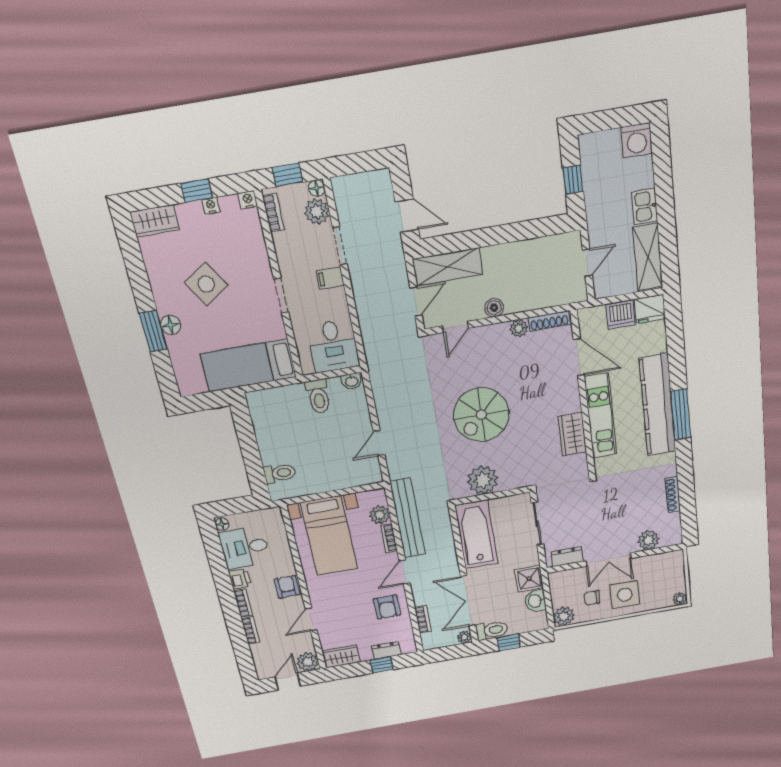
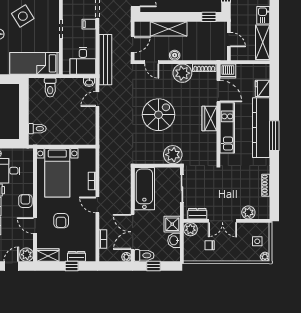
window: (546, 227) -> (209, 17), added
door: (587, 263) -> (229, 40), hinge flipped
shelving: (448, 267) -> (169, 29), moved
fridge: (650, 309) -> (262, 88), moved, turned 90
dishwasher: (621, 314) -> (228, 71), moved
door: (455, 327) -> (152, 62), hinge flipped
plant: (519, 328) -> (182, 73), width x1.88, depth x1.88
toilet: (318, 396) -> (50, 88), moved
spiral stairs: (481, 415) -> (159, 115), turned 180
wardrobe: (572, 434) -> (209, 119), moved
door: (379, 443) -> (97, 99), moved
plant: (483, 480) -> (173, 155), moved
plant: (380, 515) -> (89, 165), removed
bench: (407, 518) -> (105, 60), moved
door: (405, 572) -> (97, 205), hinge flipped
side table: (625, 595) -> (257, 241), moved, width x0.54, depth x0.54
armchair: (387, 607) -> (61, 221), moved
plant: (564, 616) -> (190, 229), moved
door: (311, 619) -> (35, 226), hinge flipped

